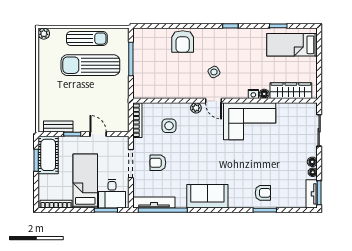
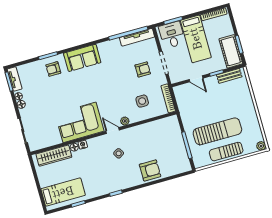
armchair: (183, 41) -> (150, 170), turned 90
sofa: (207, 196) -> (82, 58), moved

